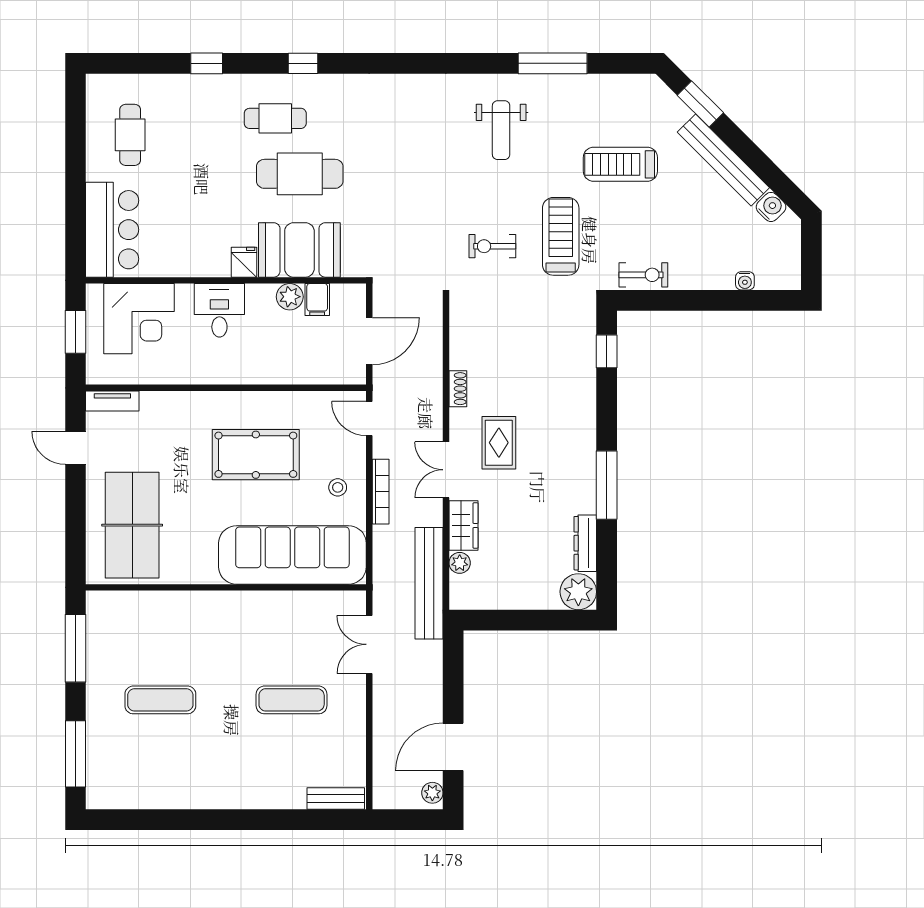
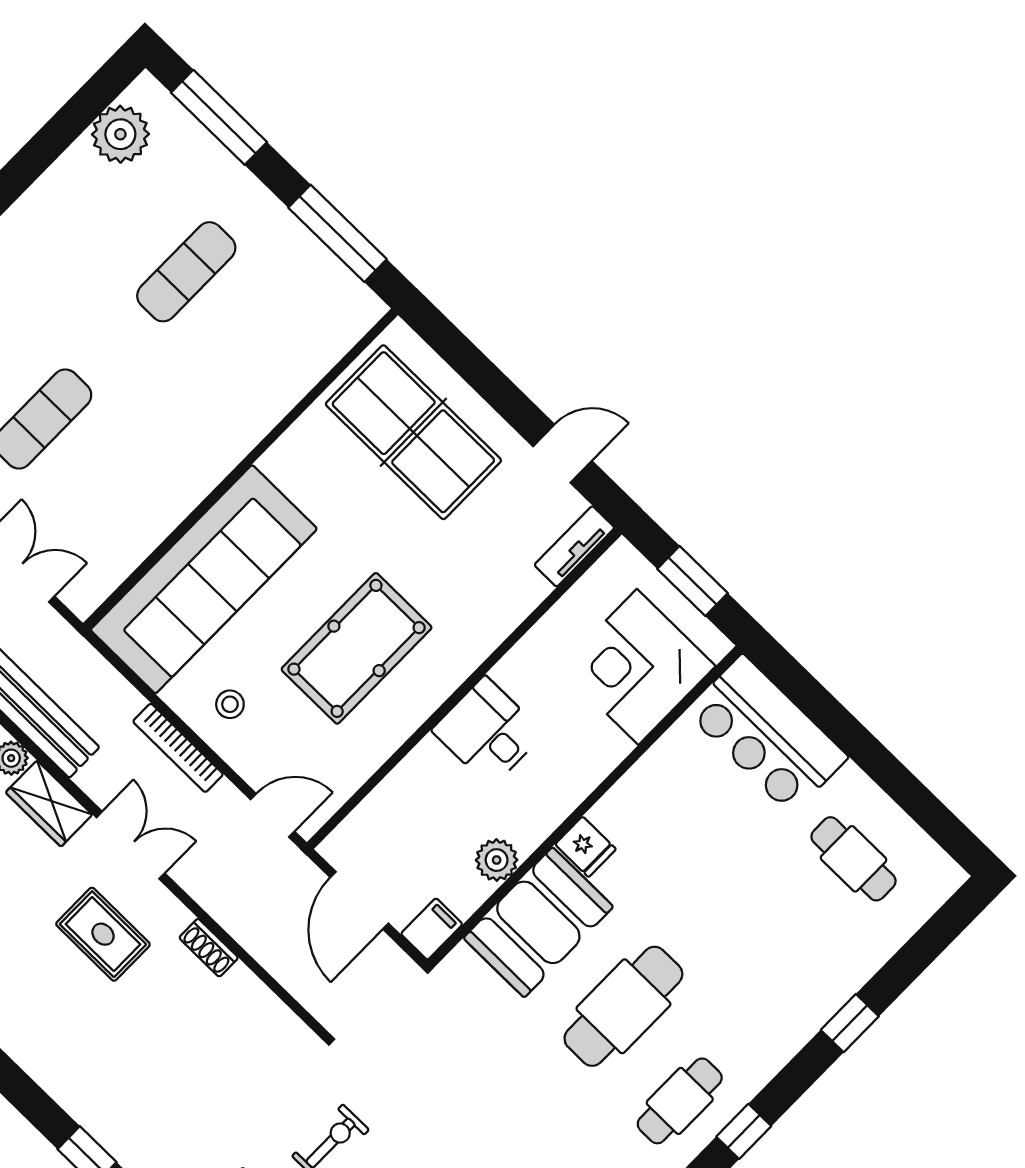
cafe table: (275, 118) -> (680, 1101), moved
filing cabinet: (317, 300) -> (432, 929), moved, turned 90
desk: (219, 310) -> (488, 732), moved, turned 180
plant: (127, 791) -> (120, 134), added

